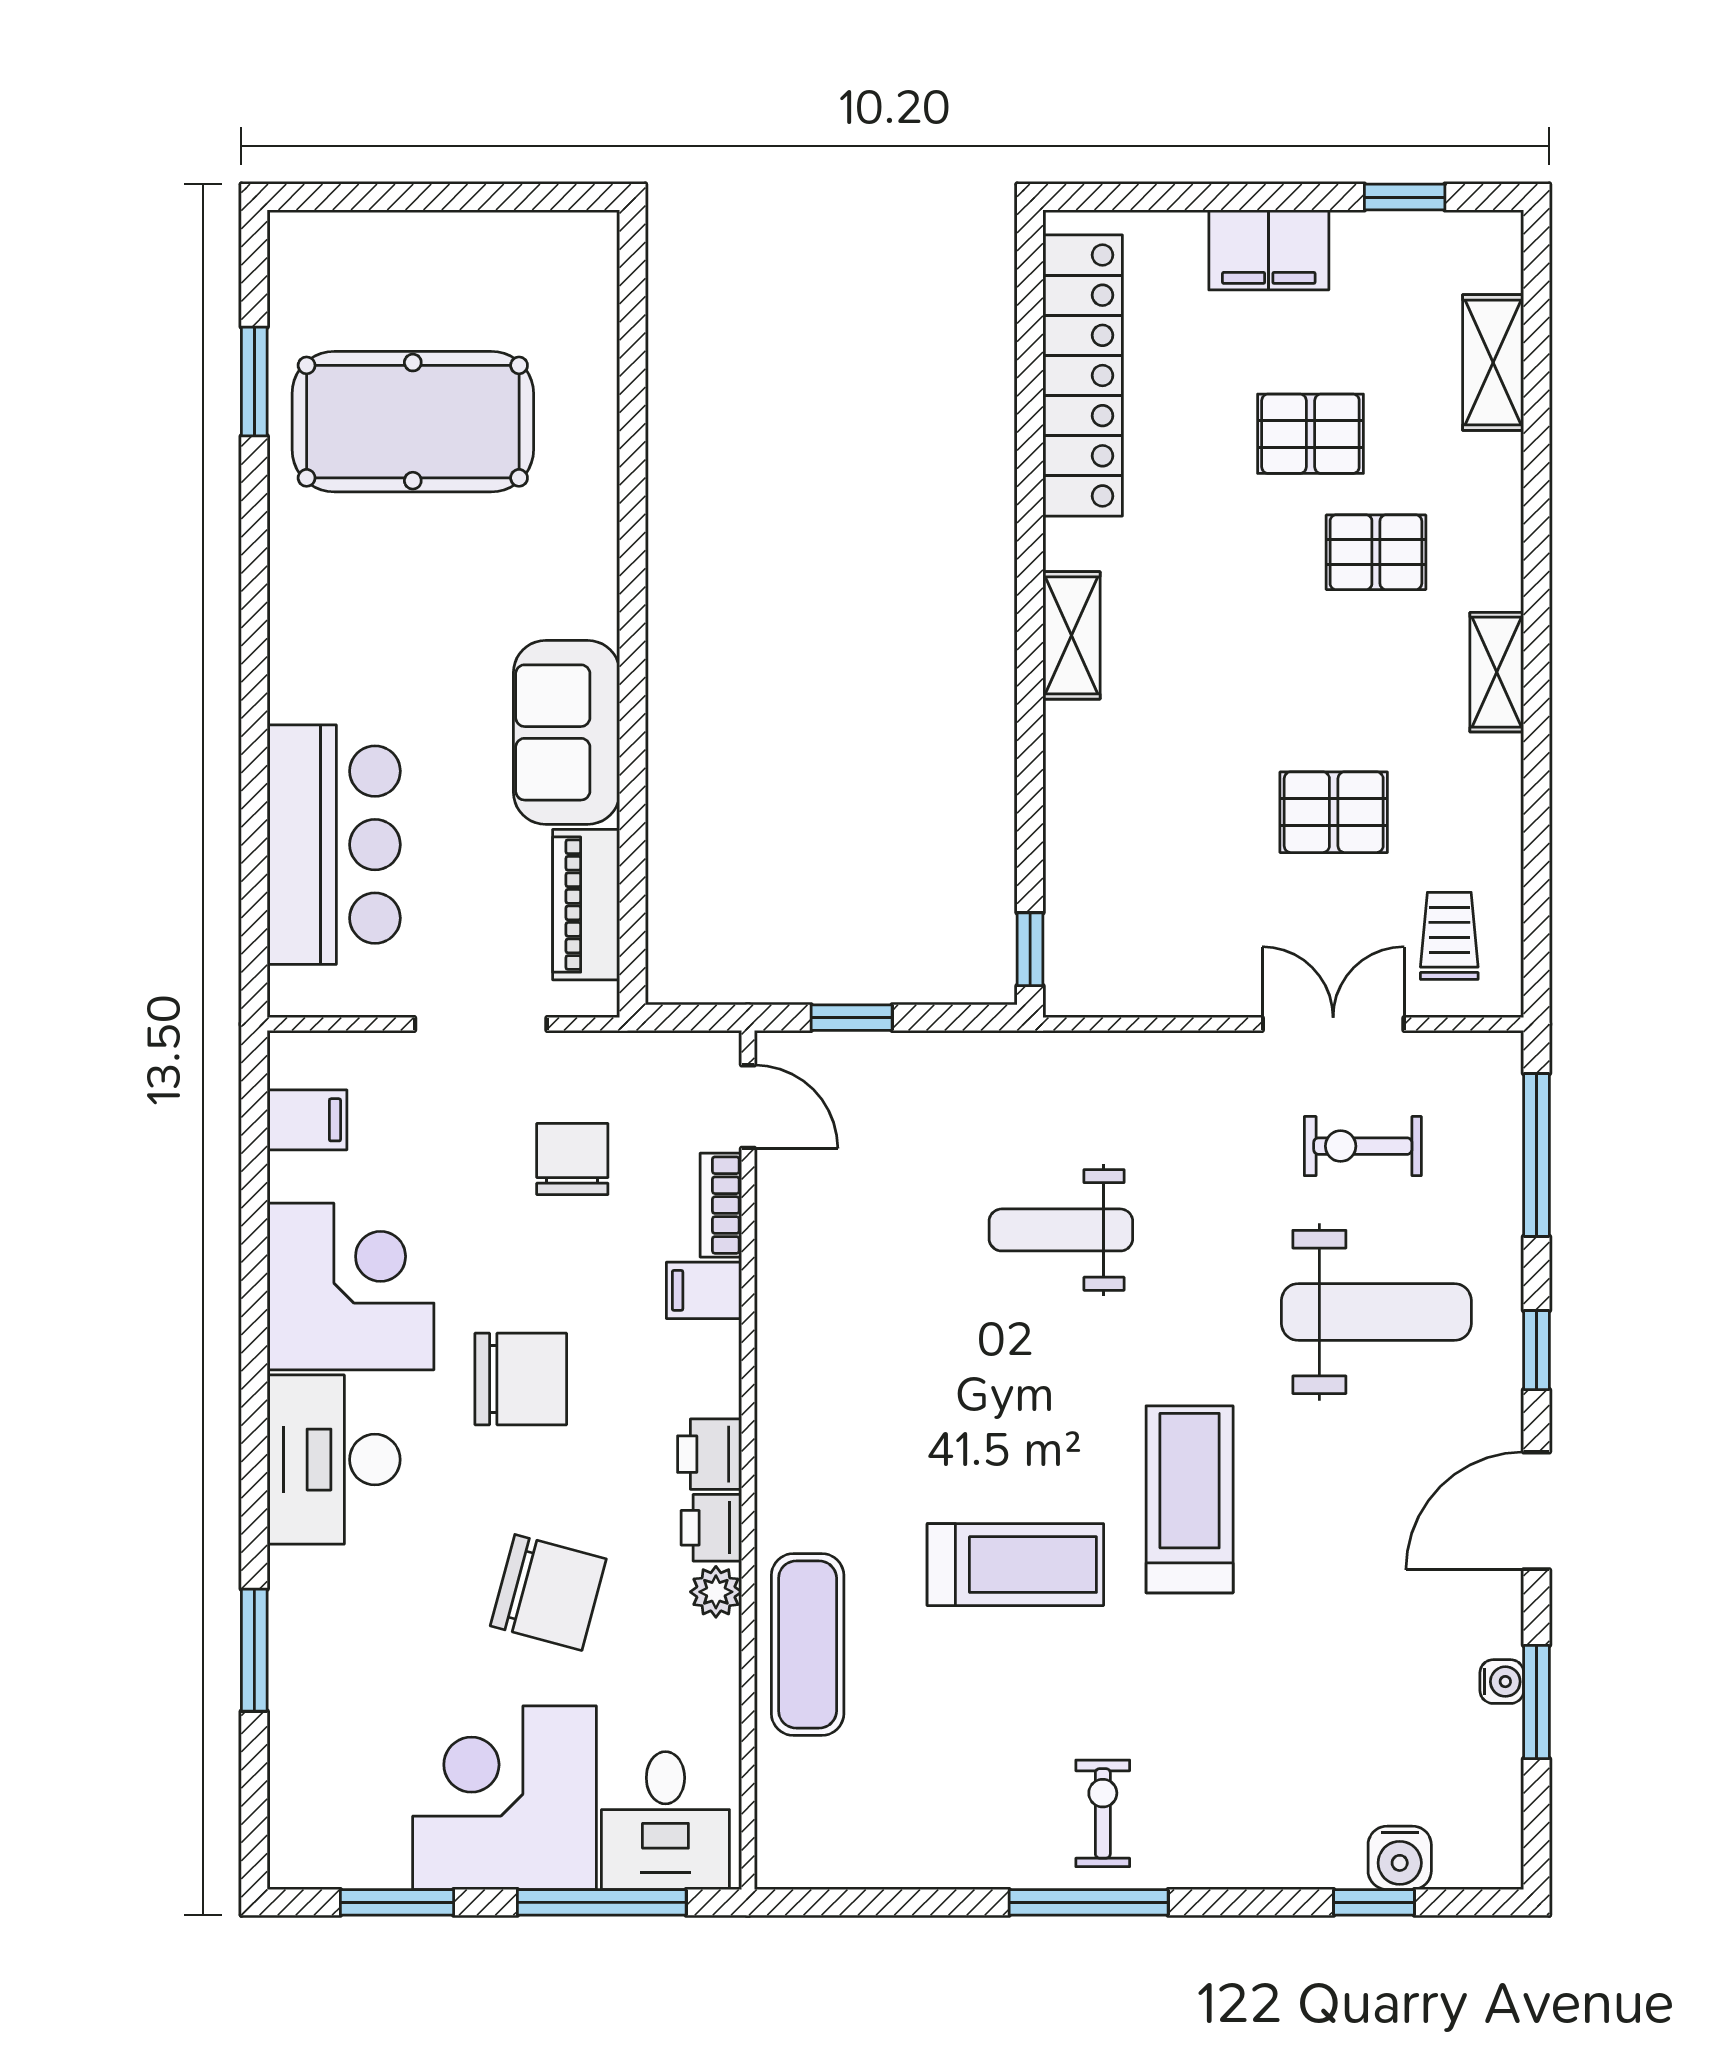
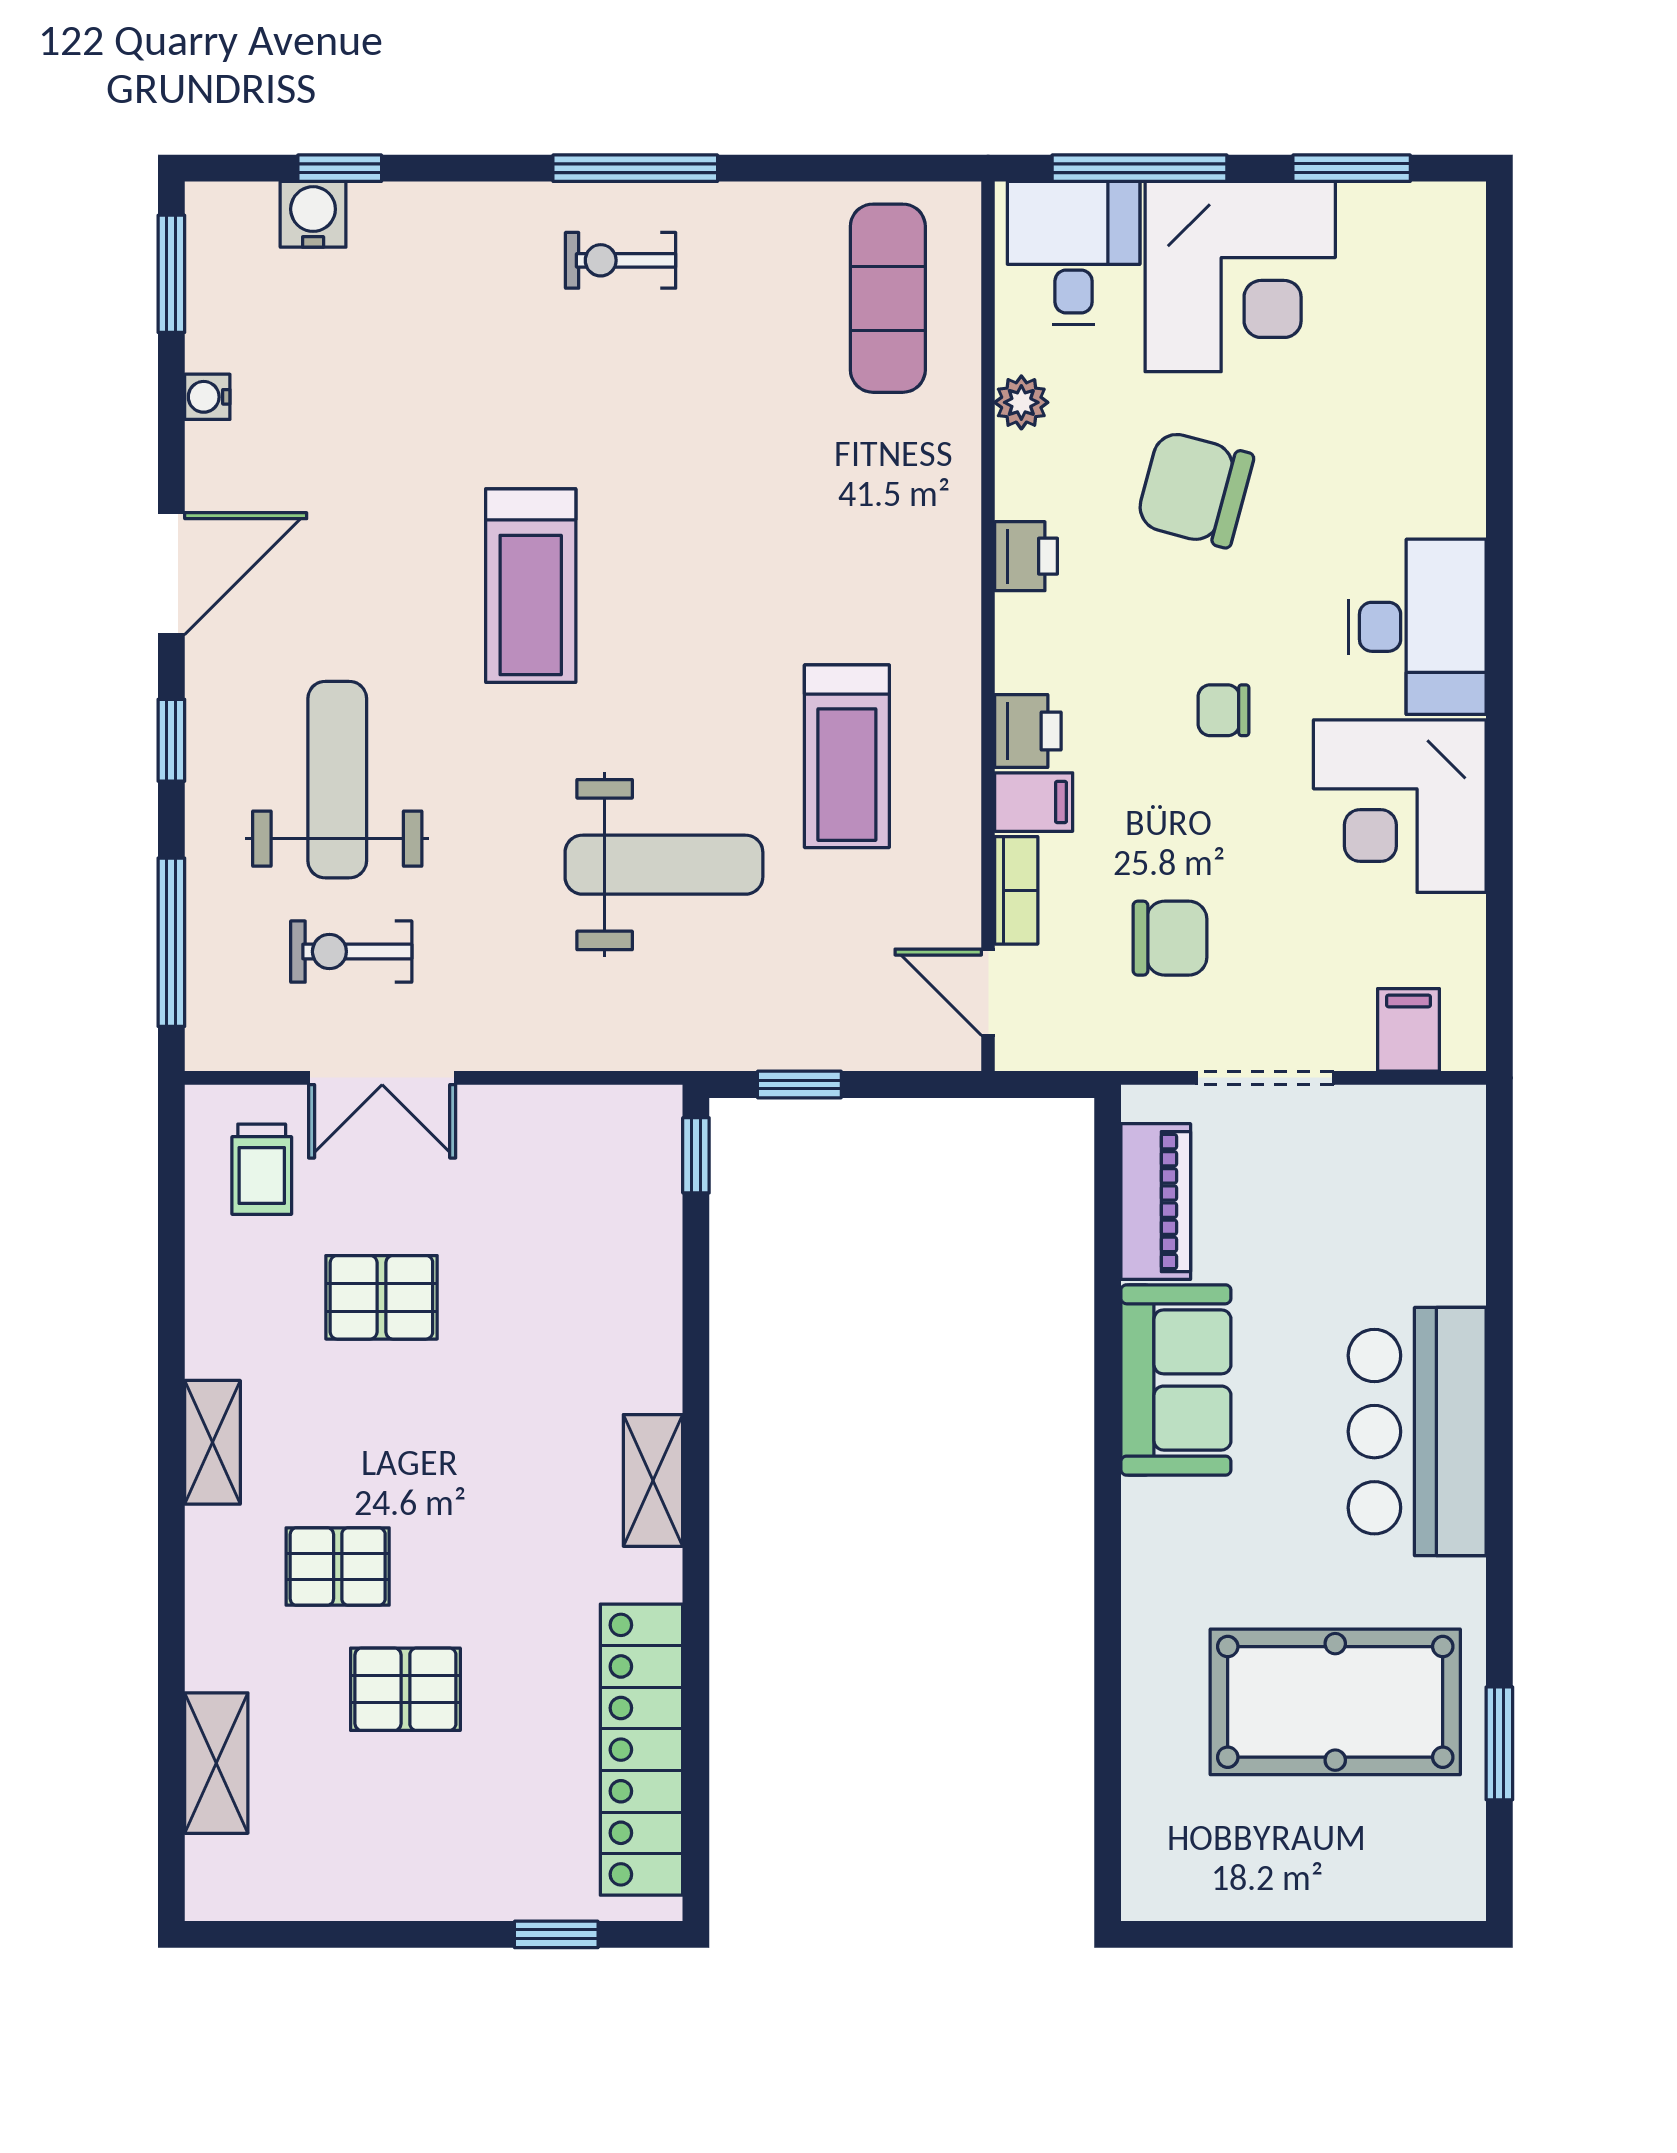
window: (1405, 197) -> (556, 1934), moved
filing cabinet: (1269, 250) -> (449, 1880), removed
bar counter: (334, 845) -> (1417, 1432), moved
window: (852, 1018) -> (799, 1085), moved
filing cabinet: (307, 1120) -> (1409, 1030), moved, turned 90
exercise bike: (1363, 1146) -> (351, 952), turned 180
chair: (572, 1159) -> (1170, 938), turned -90
weight bench: (1061, 1230) -> (664, 865), width x1.36, depth x1.33
weight bench: (1376, 1312) -> (337, 780), turned 90
chair: (521, 1379) -> (1223, 710), width x0.54, depth x0.54
printer: (710, 1454) -> (1028, 731), moved
treadmill: (1015, 1565) -> (847, 756), moved, turned -90
plant: (716, 1592) -> (1021, 402), moved
exercise mat: (808, 1645) -> (888, 298), moved
window: (254, 1650) -> (1499, 429), removed
window: (1536, 1702) -> (171, 274), moved
exercise bike: (1103, 1813) -> (621, 260), turned 90

